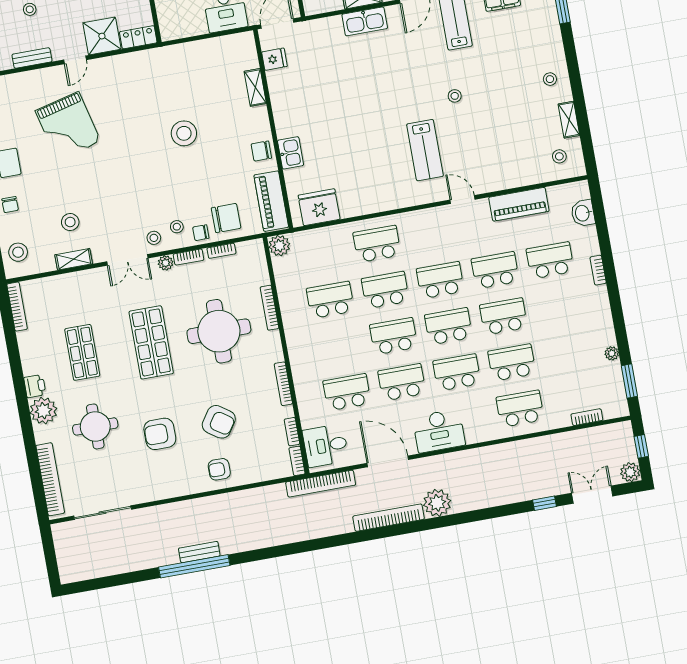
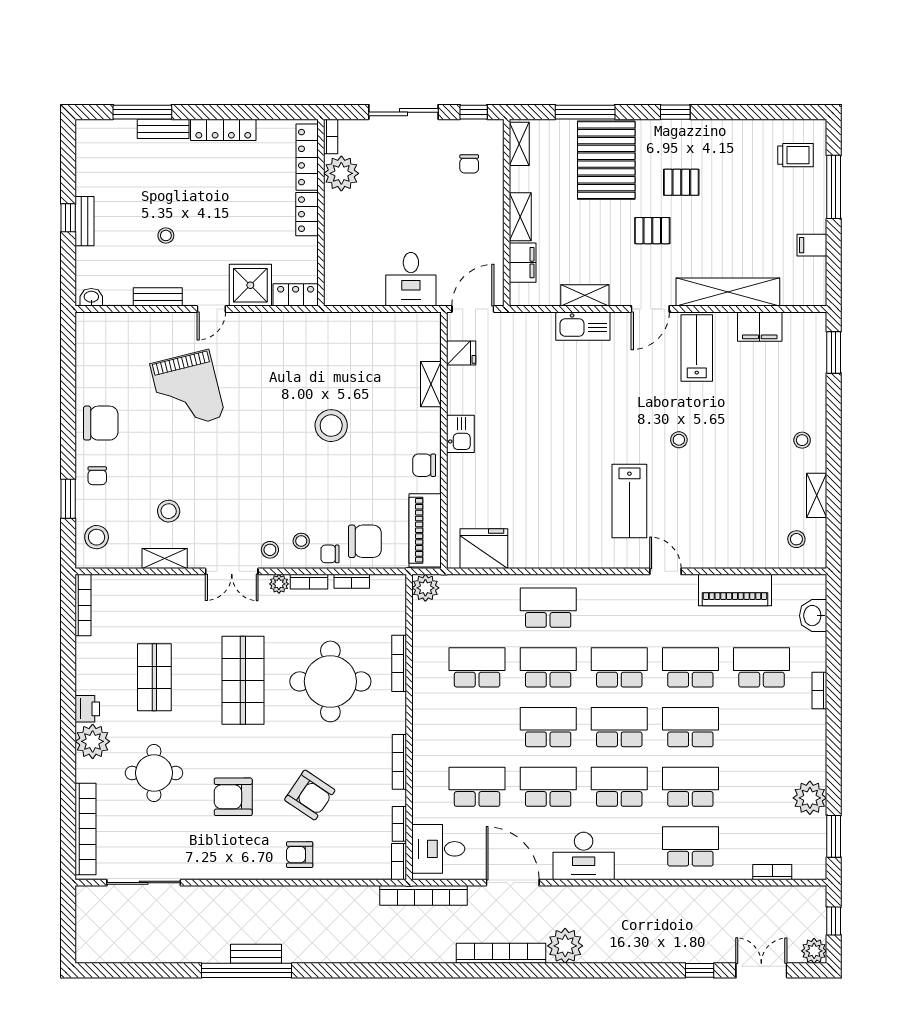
kitchen sink: (291, 153) -> (460, 434), moved
plant: (612, 353) -> (810, 798), width x1.88, depth x1.88

